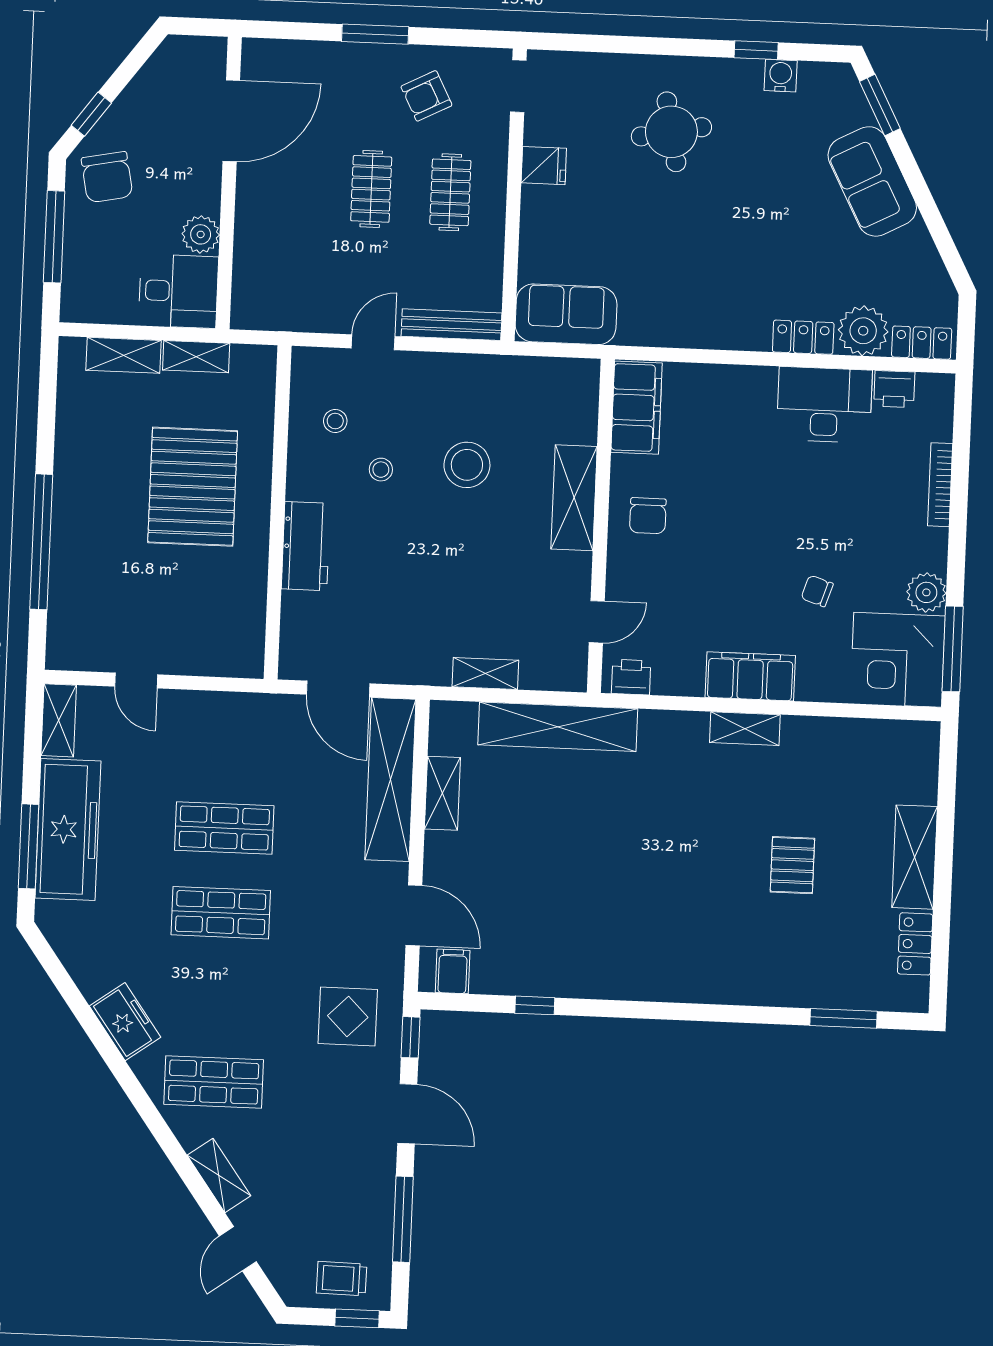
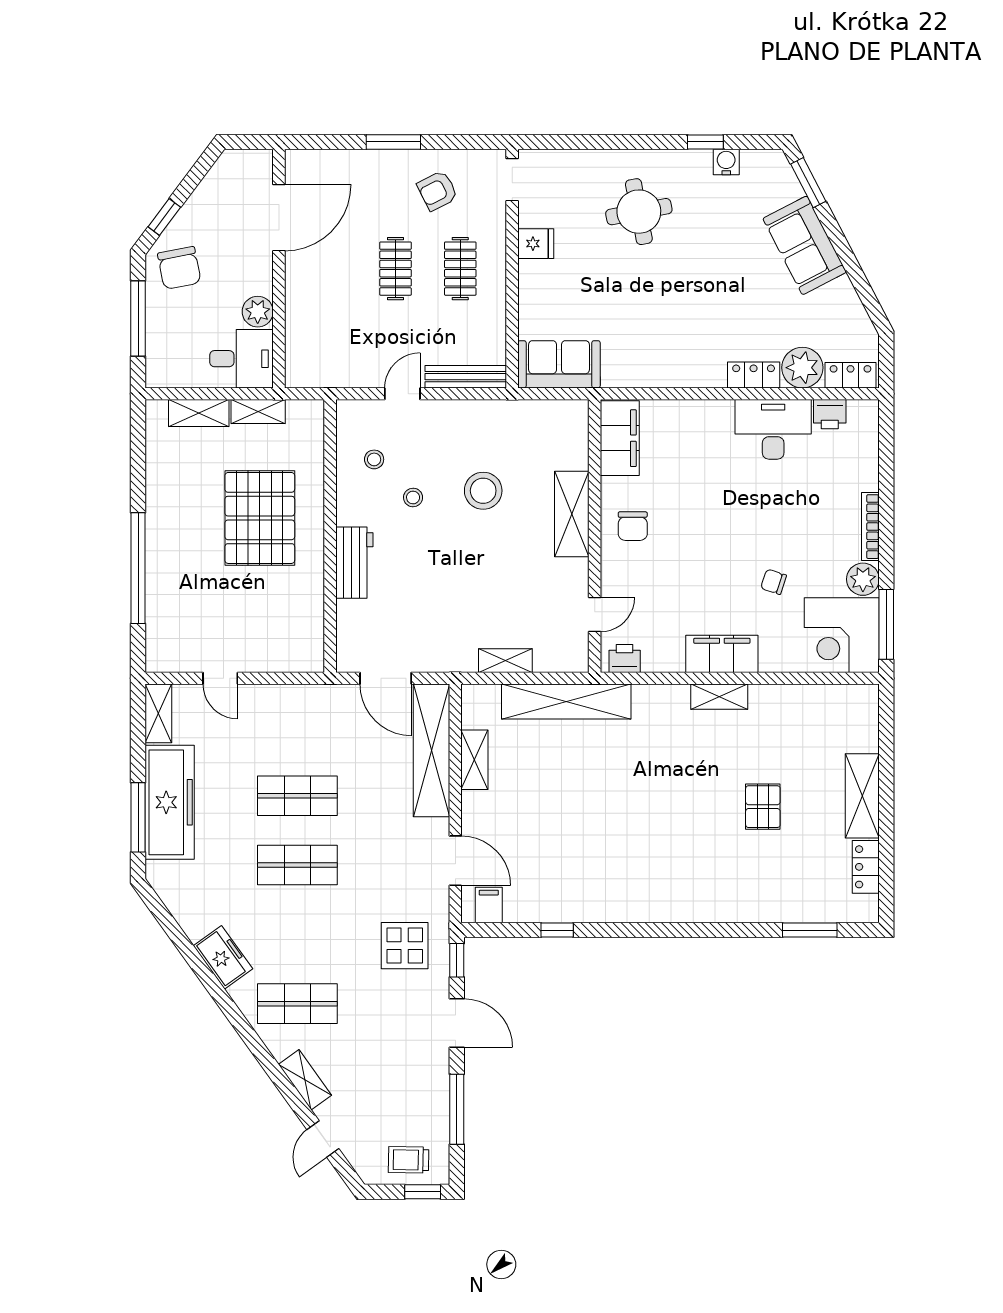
bookcase: (940, 485) -> (870, 527), moved

